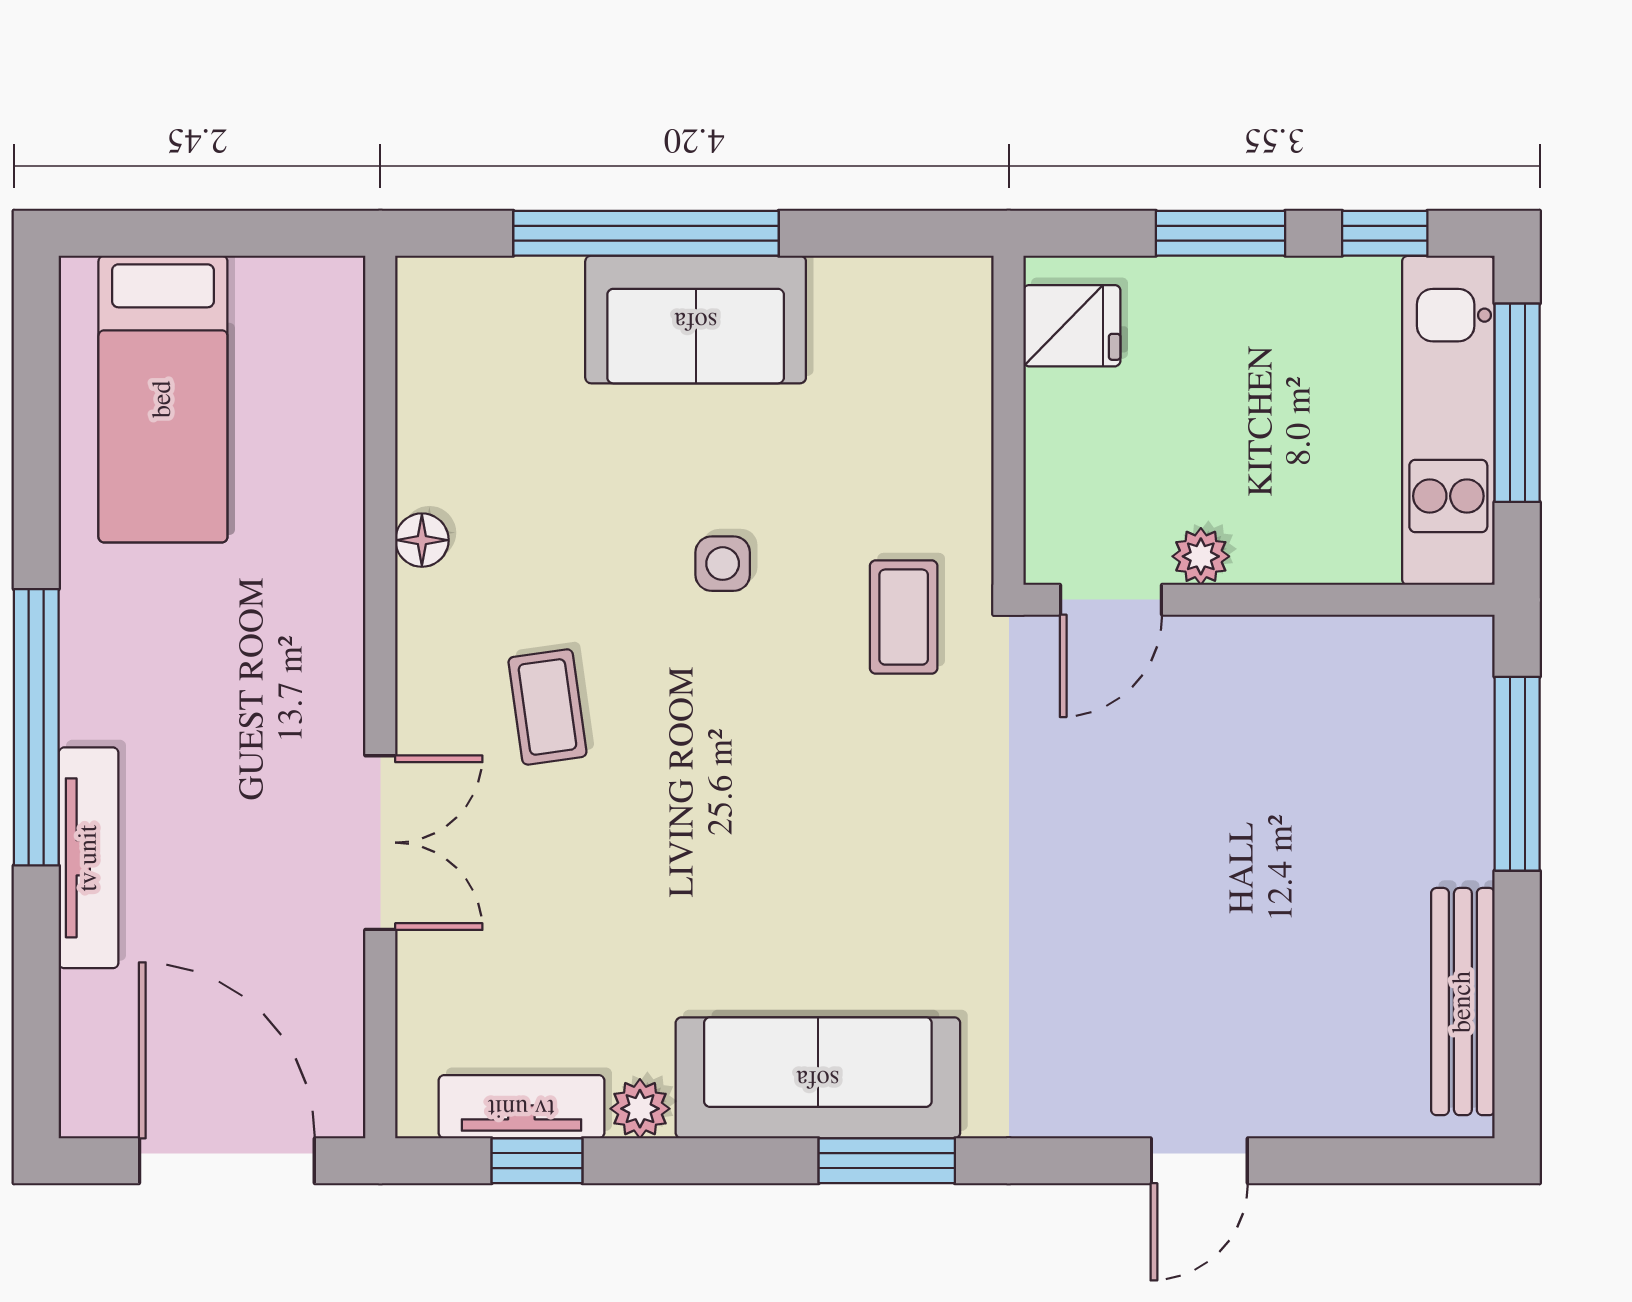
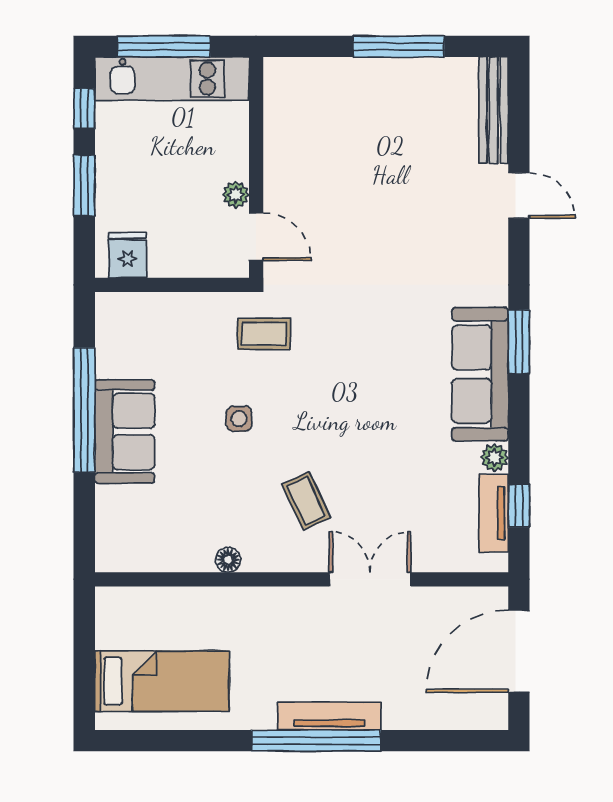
window: (646, 233) -> (84, 410), moved
coffee table: (547, 707) -> (306, 501), turned 73
window: (1517, 774) -> (399, 46), moved
tv unit: (89, 858) -> (329, 716), moved
bench: (1463, 1002) -> (494, 110), moved, turned 90

